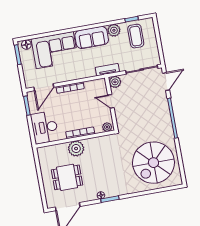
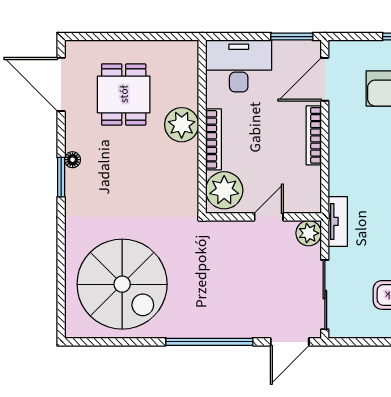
door: (166, 82) -> (290, 342), hinge flipped
door: (44, 87) -> (325, 79), hinge flipped
plant: (107, 127) -> (224, 190), width x1.87, depth x1.87
spiral stairs: (153, 163) -> (122, 284), turned 180

